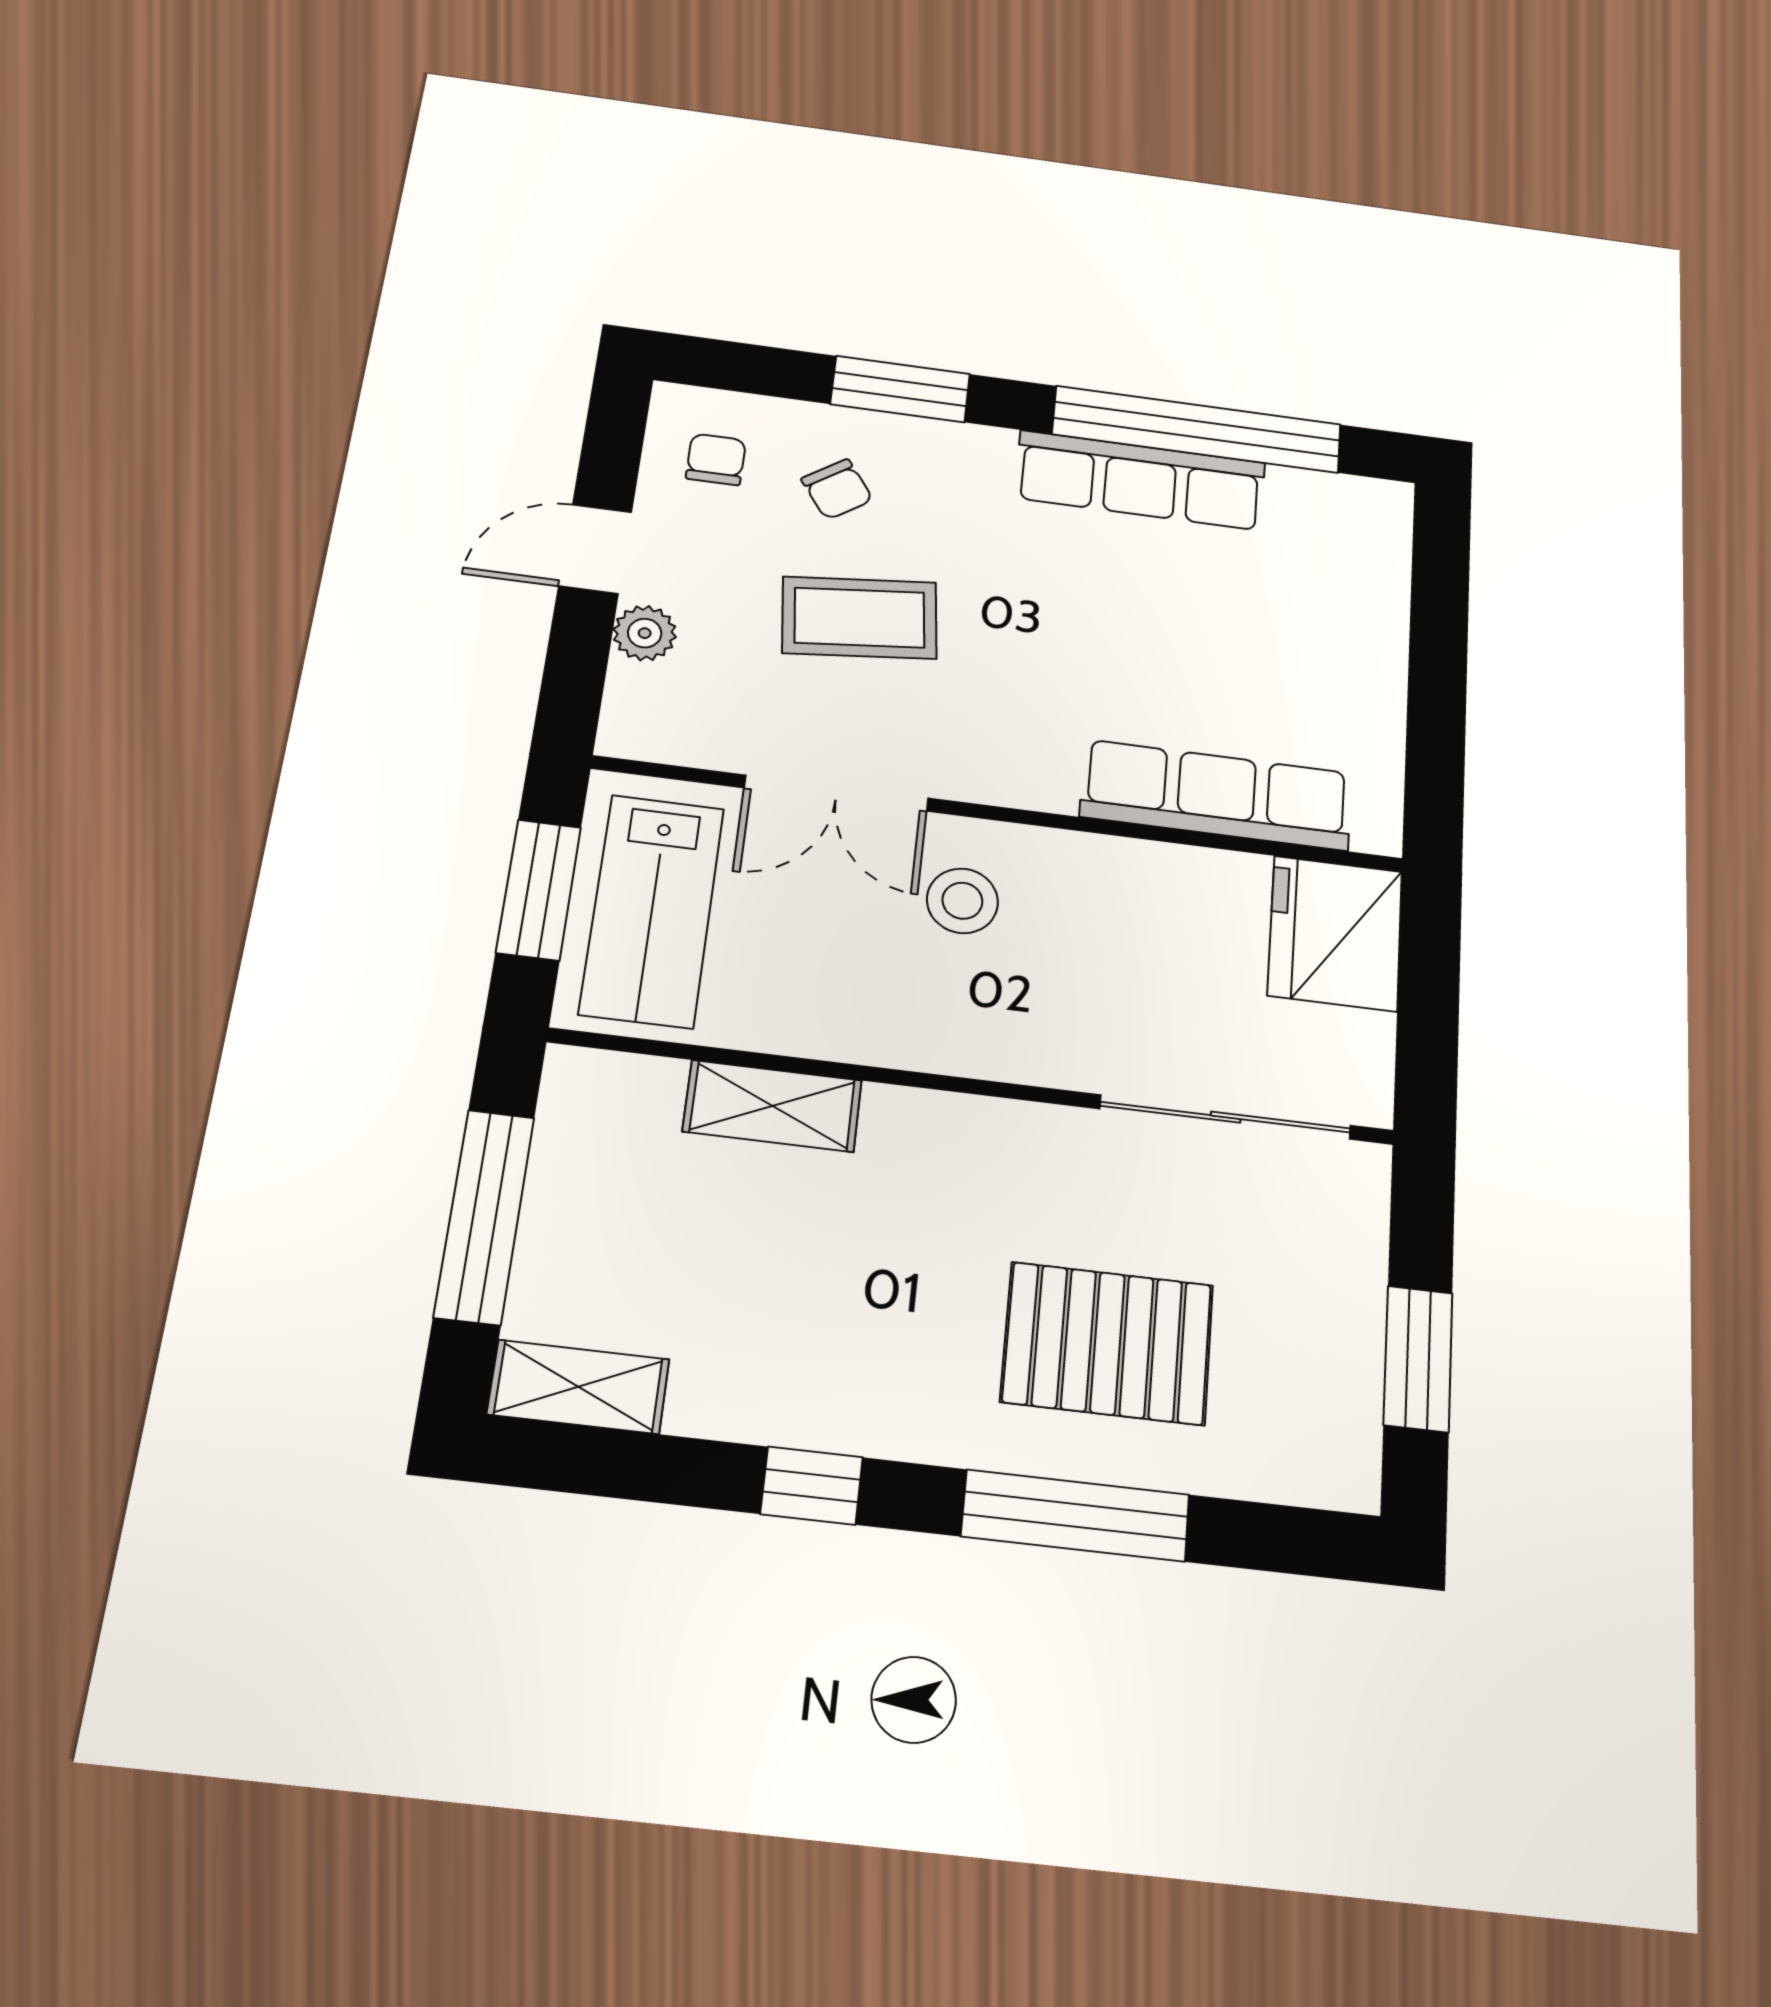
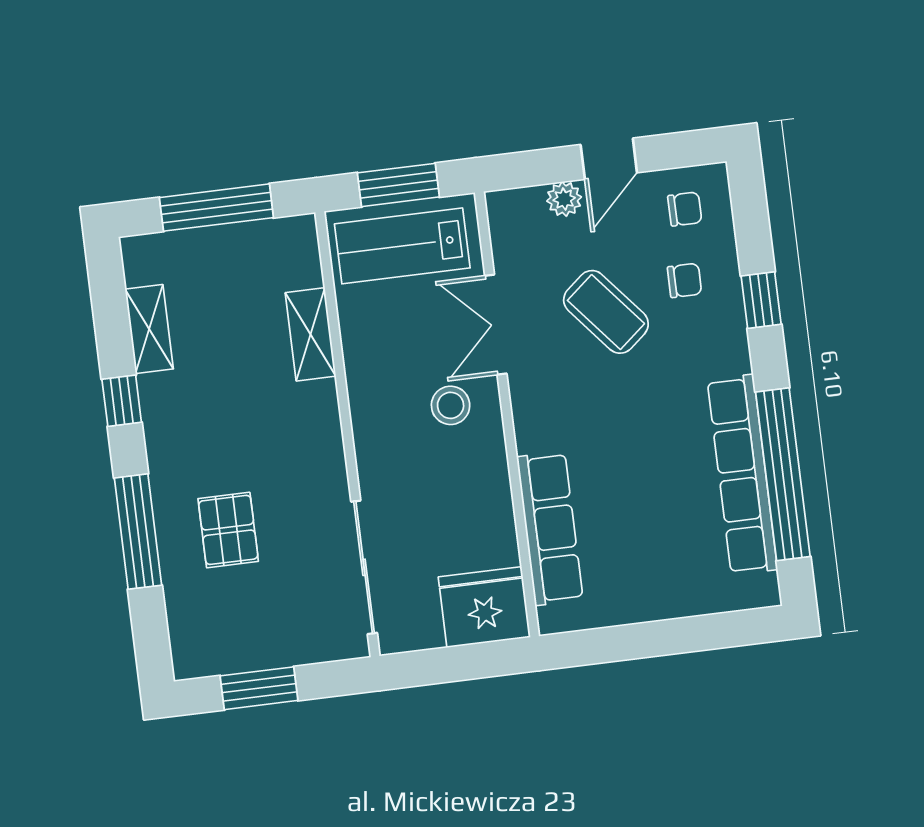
window: (900, 389) -> (761, 300), width x0.67
row of seats: (1140, 480) -> (742, 475), width x1.36
chair: (837, 489) -> (684, 280), turned -145
door: (595, 549) -> (609, 159), swing flipped
coffee table: (860, 618) -> (606, 312), turned -34
pallet: (1107, 1343) -> (228, 530), width x0.67, depth x0.71
shelving: (578, 1387) -> (149, 329), moved

